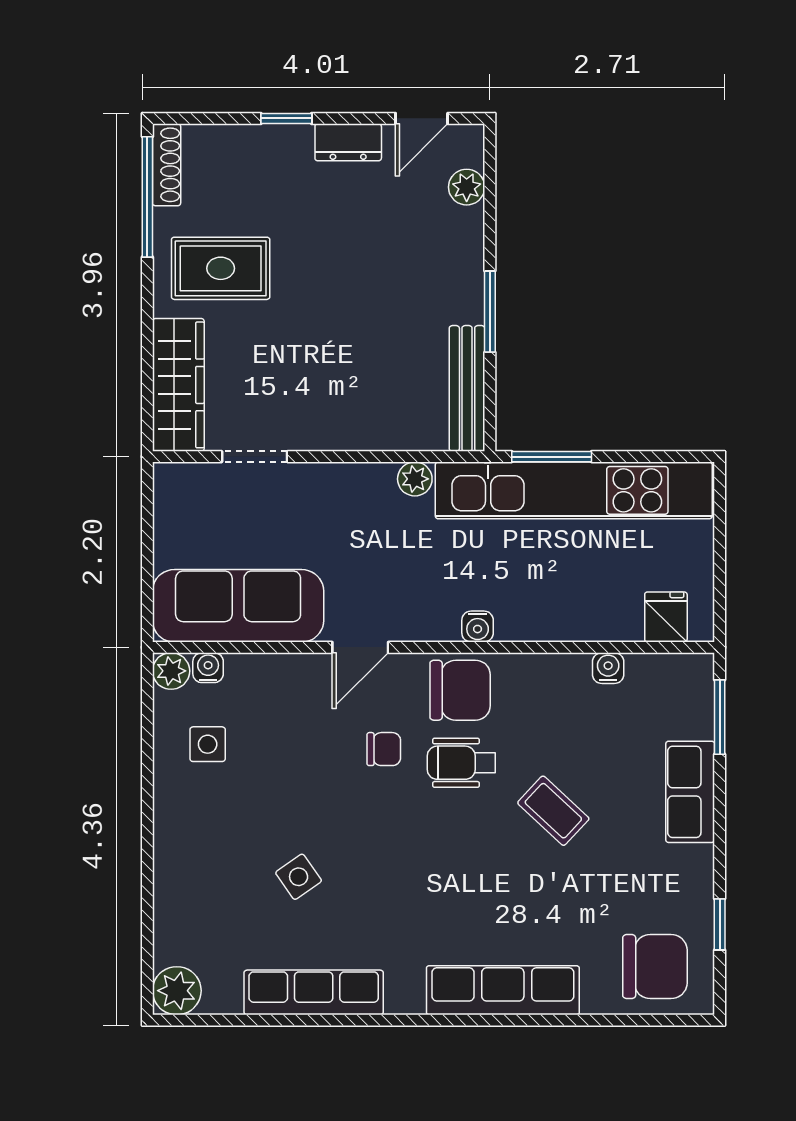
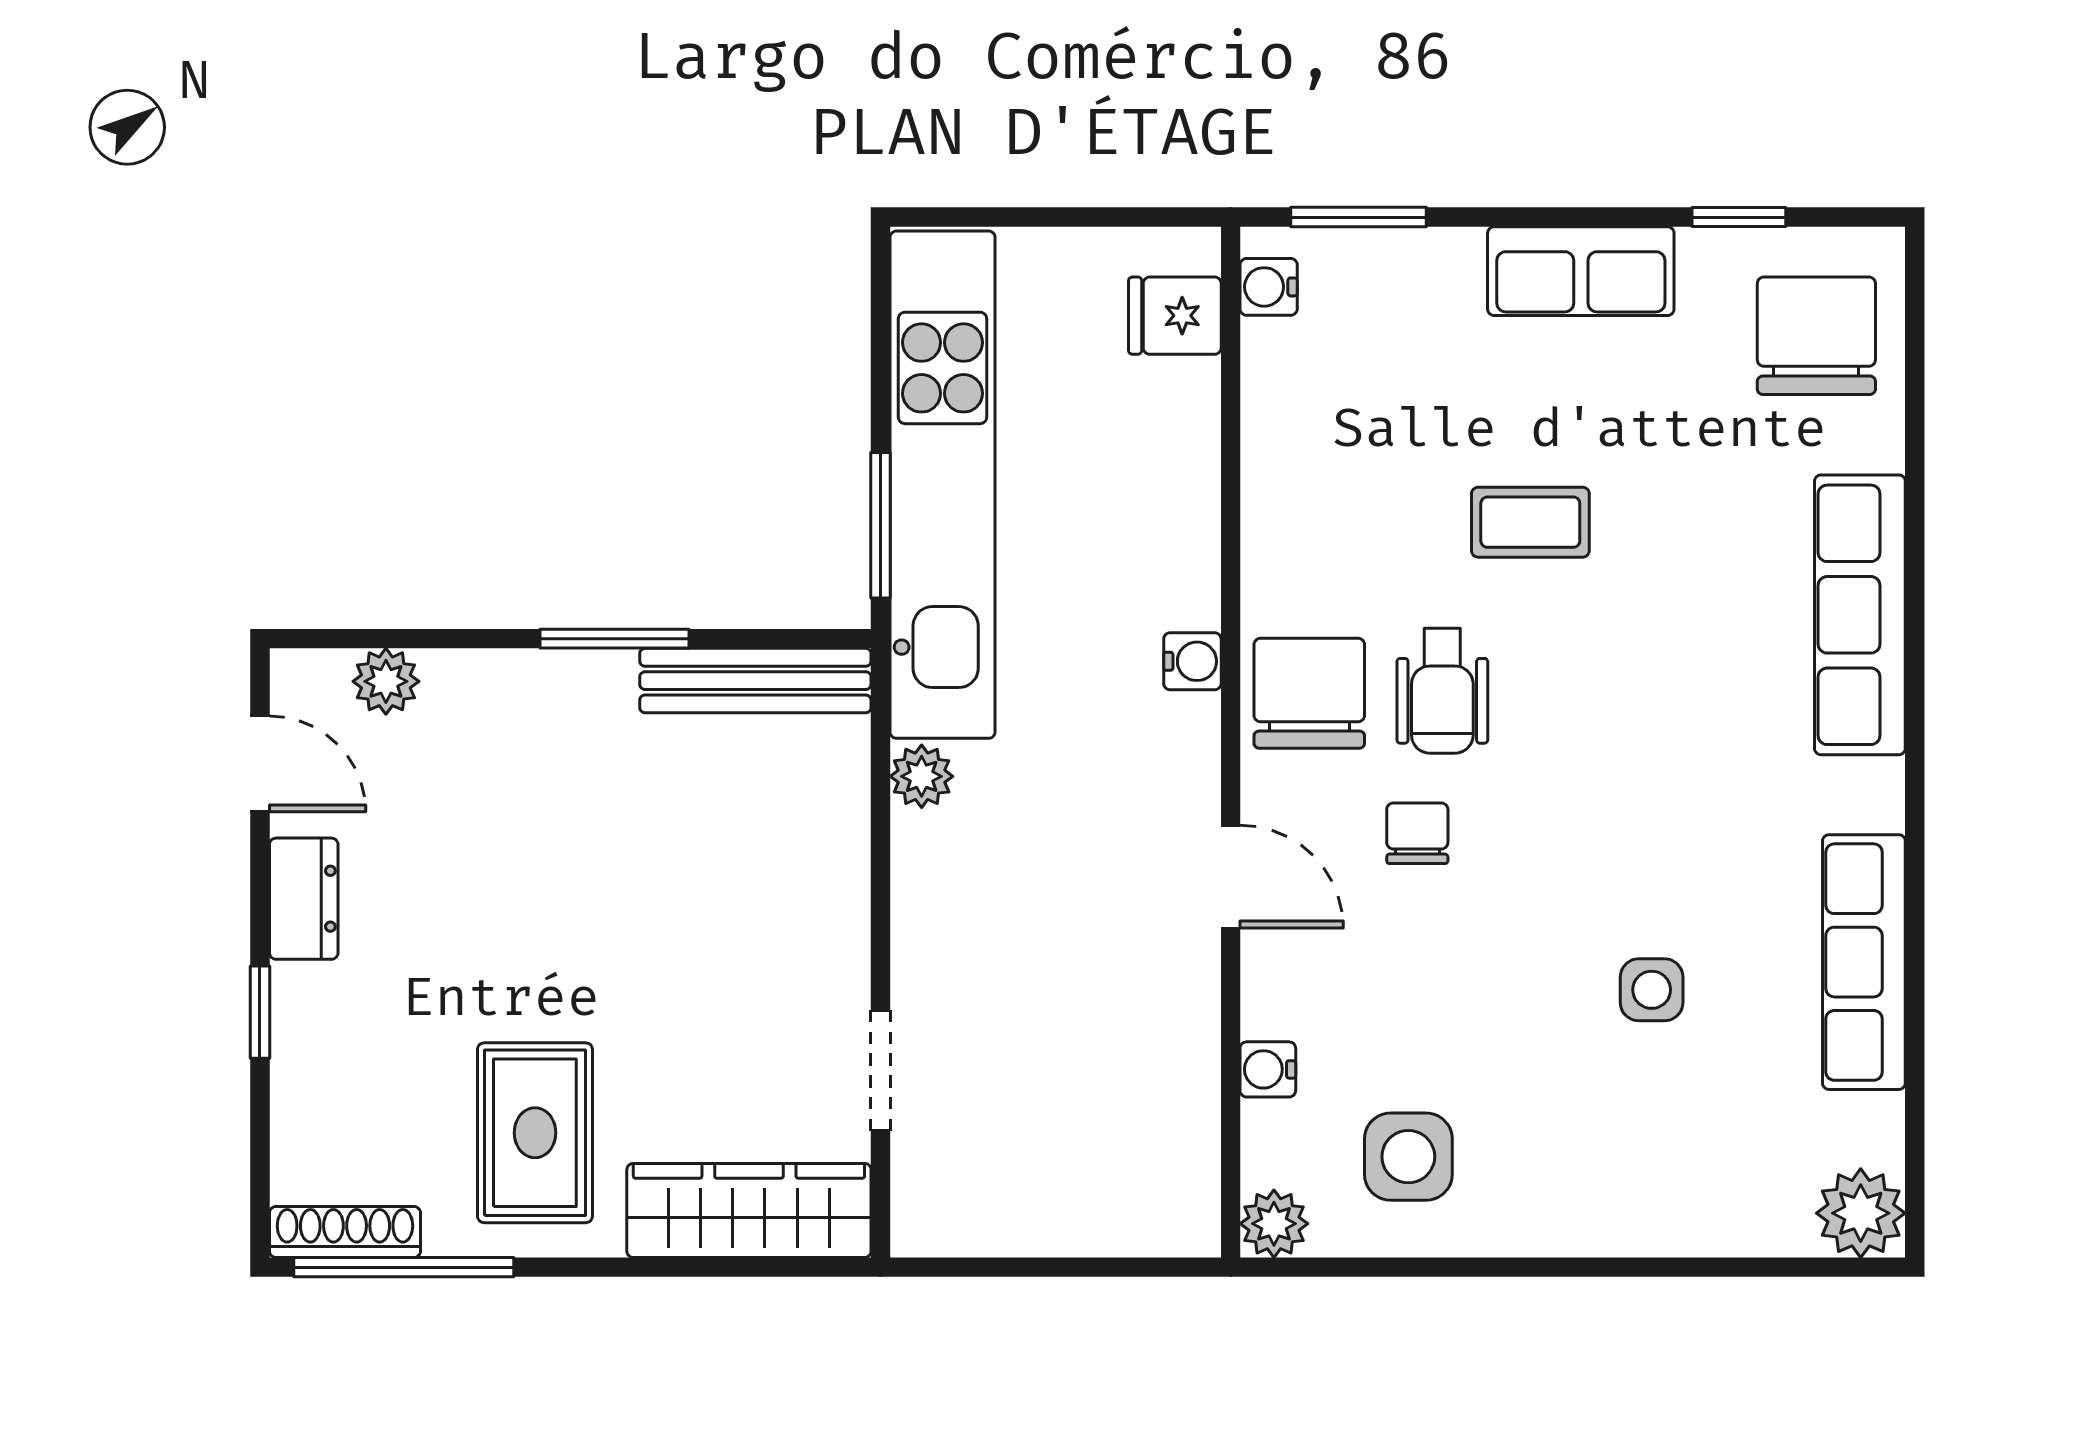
sofa: (238, 606) -> (1154, 1101), removed
water cooler: (208, 668) -> (1268, 1069), moved
water cooler: (608, 668) -> (1269, 287), moved
side table: (208, 744) -> (1408, 1157), width x1.37, depth x1.37
row of seats: (690, 792) -> (1581, 271), moved
coffee table: (553, 811) -> (1530, 522), turned 47
side table: (299, 877) -> (1652, 990), turned 35

